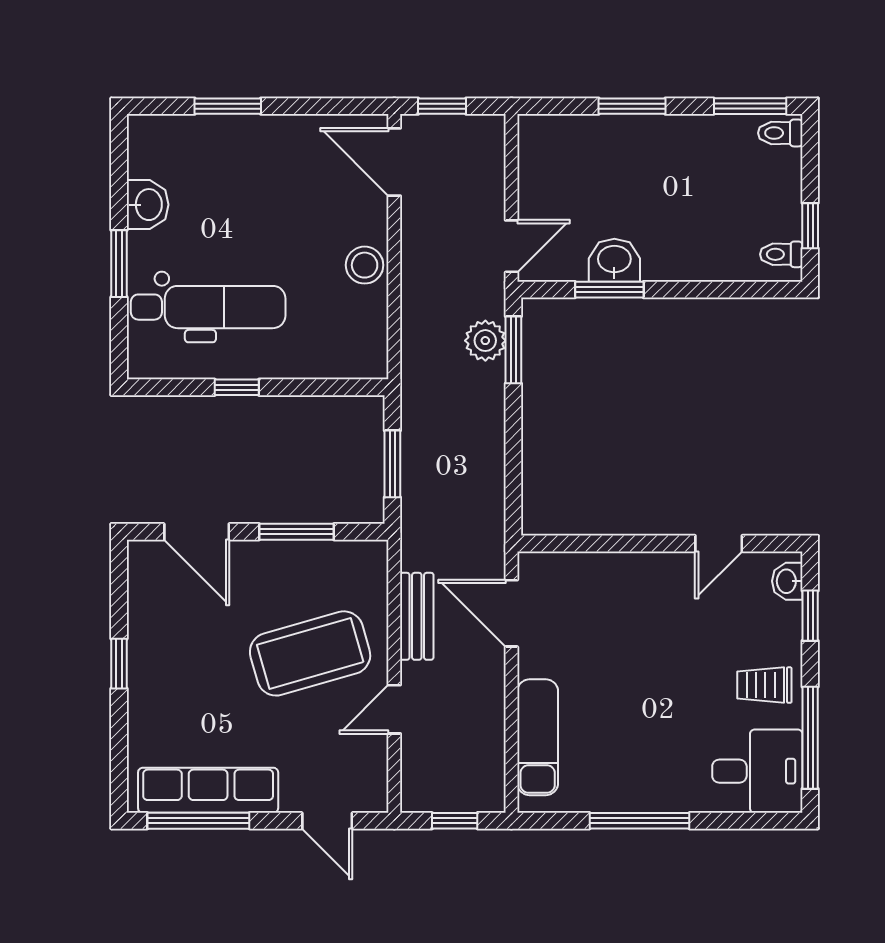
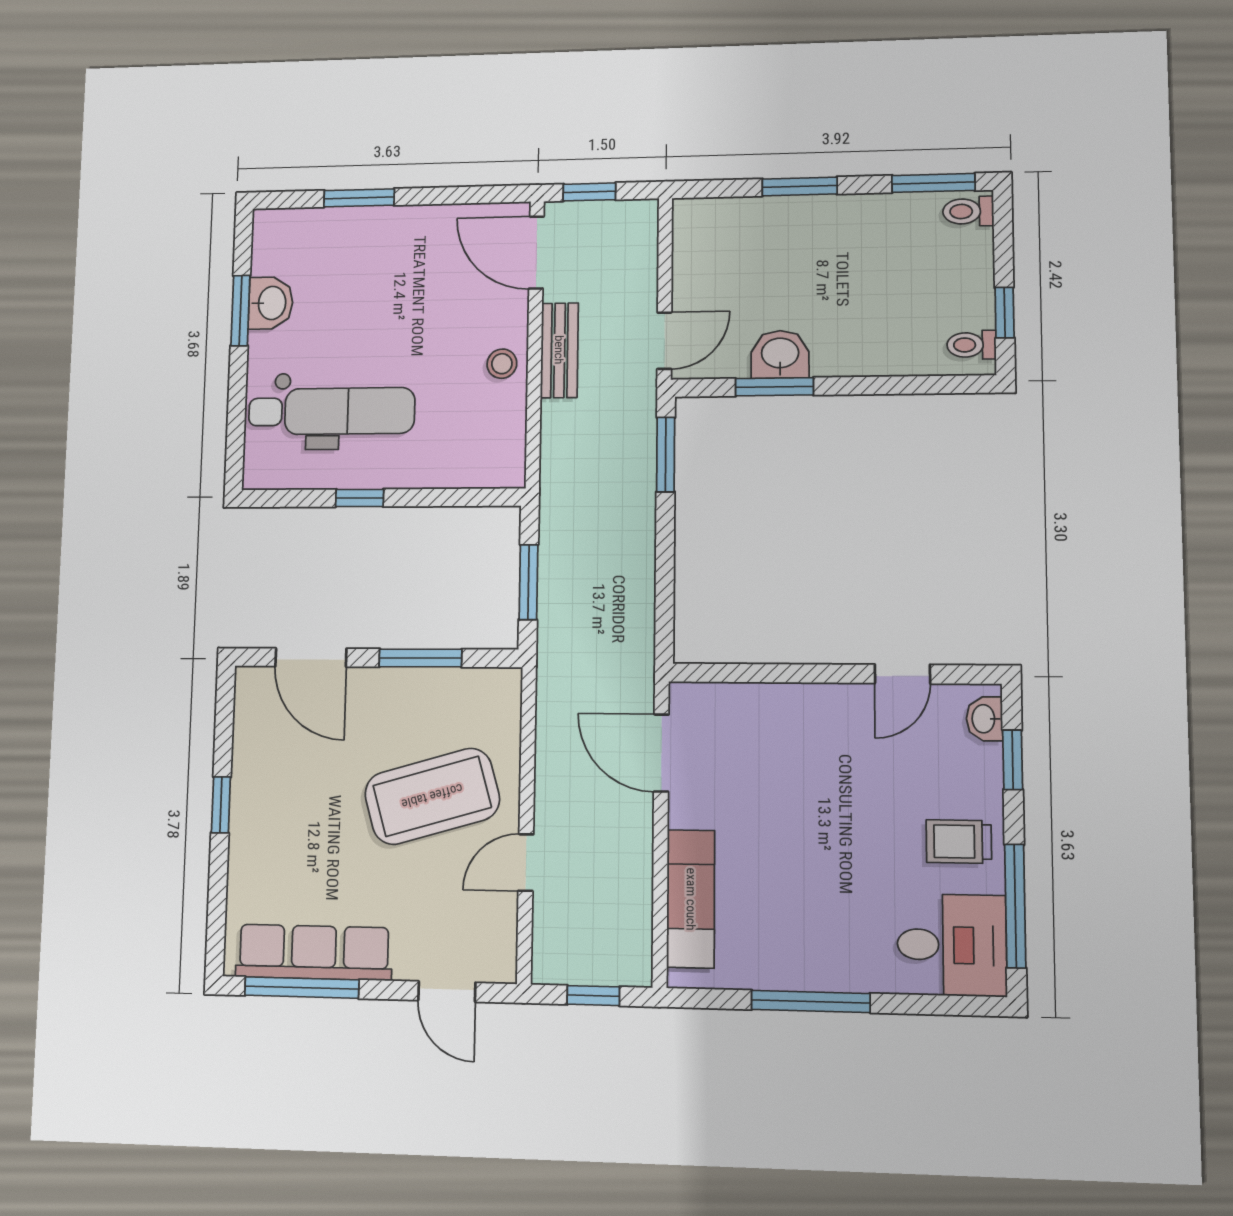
window: (119, 264) -> (240, 311), moved
stool: (365, 265) -> (502, 364), width x0.73, depth x0.73
plant: (485, 341) -> (634, 445), removed
bench: (417, 616) -> (559, 350), moved

